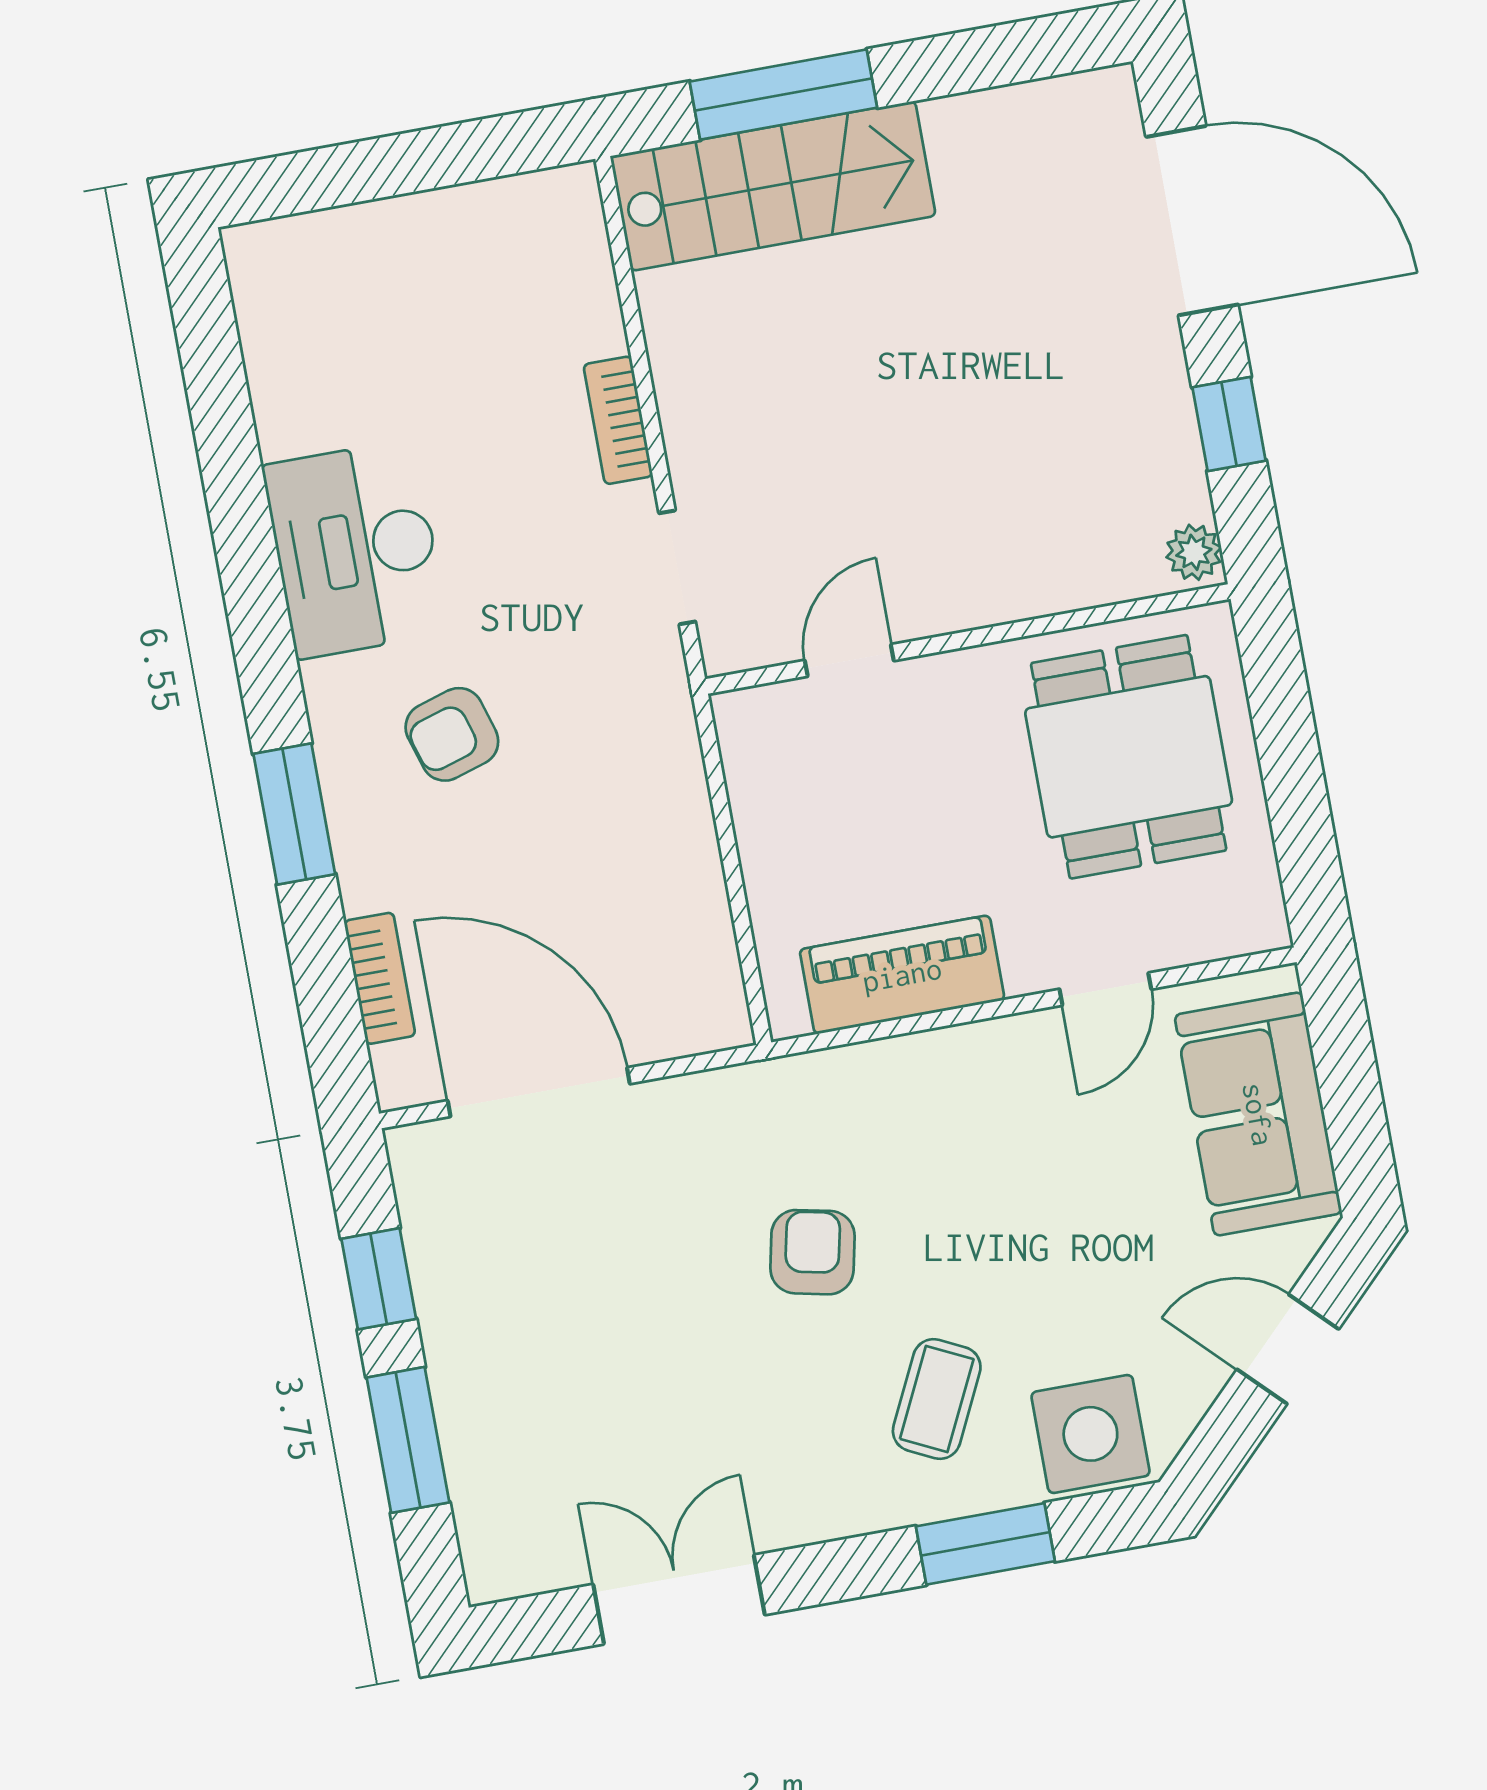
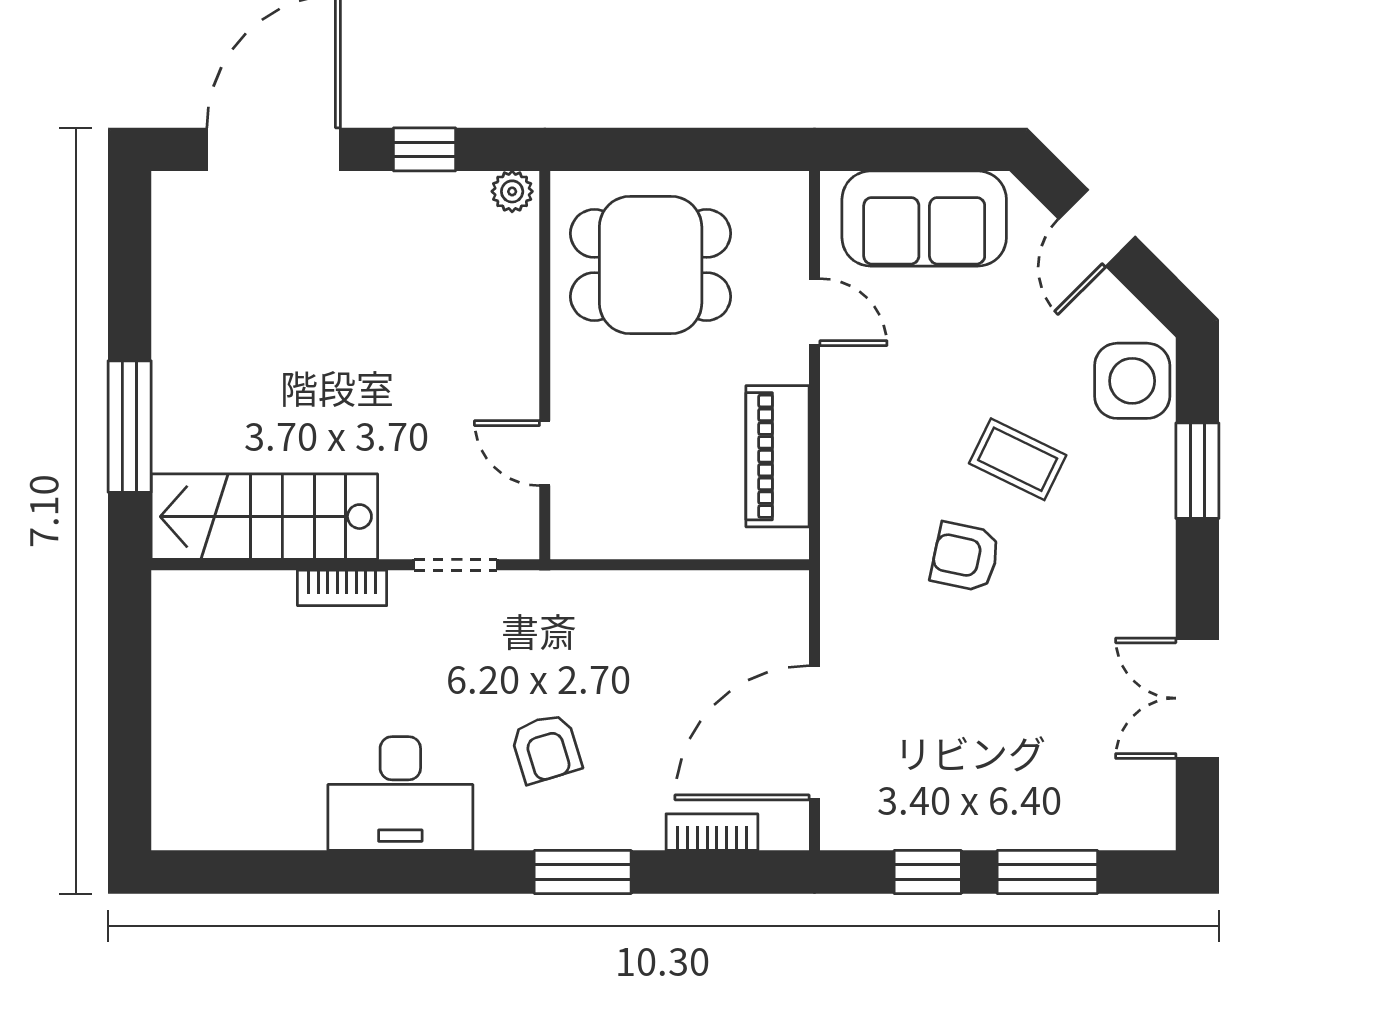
stairs: (773, 186) -> (264, 517), moved, turned -90
coffee table: (937, 1399) -> (1018, 459), moved

